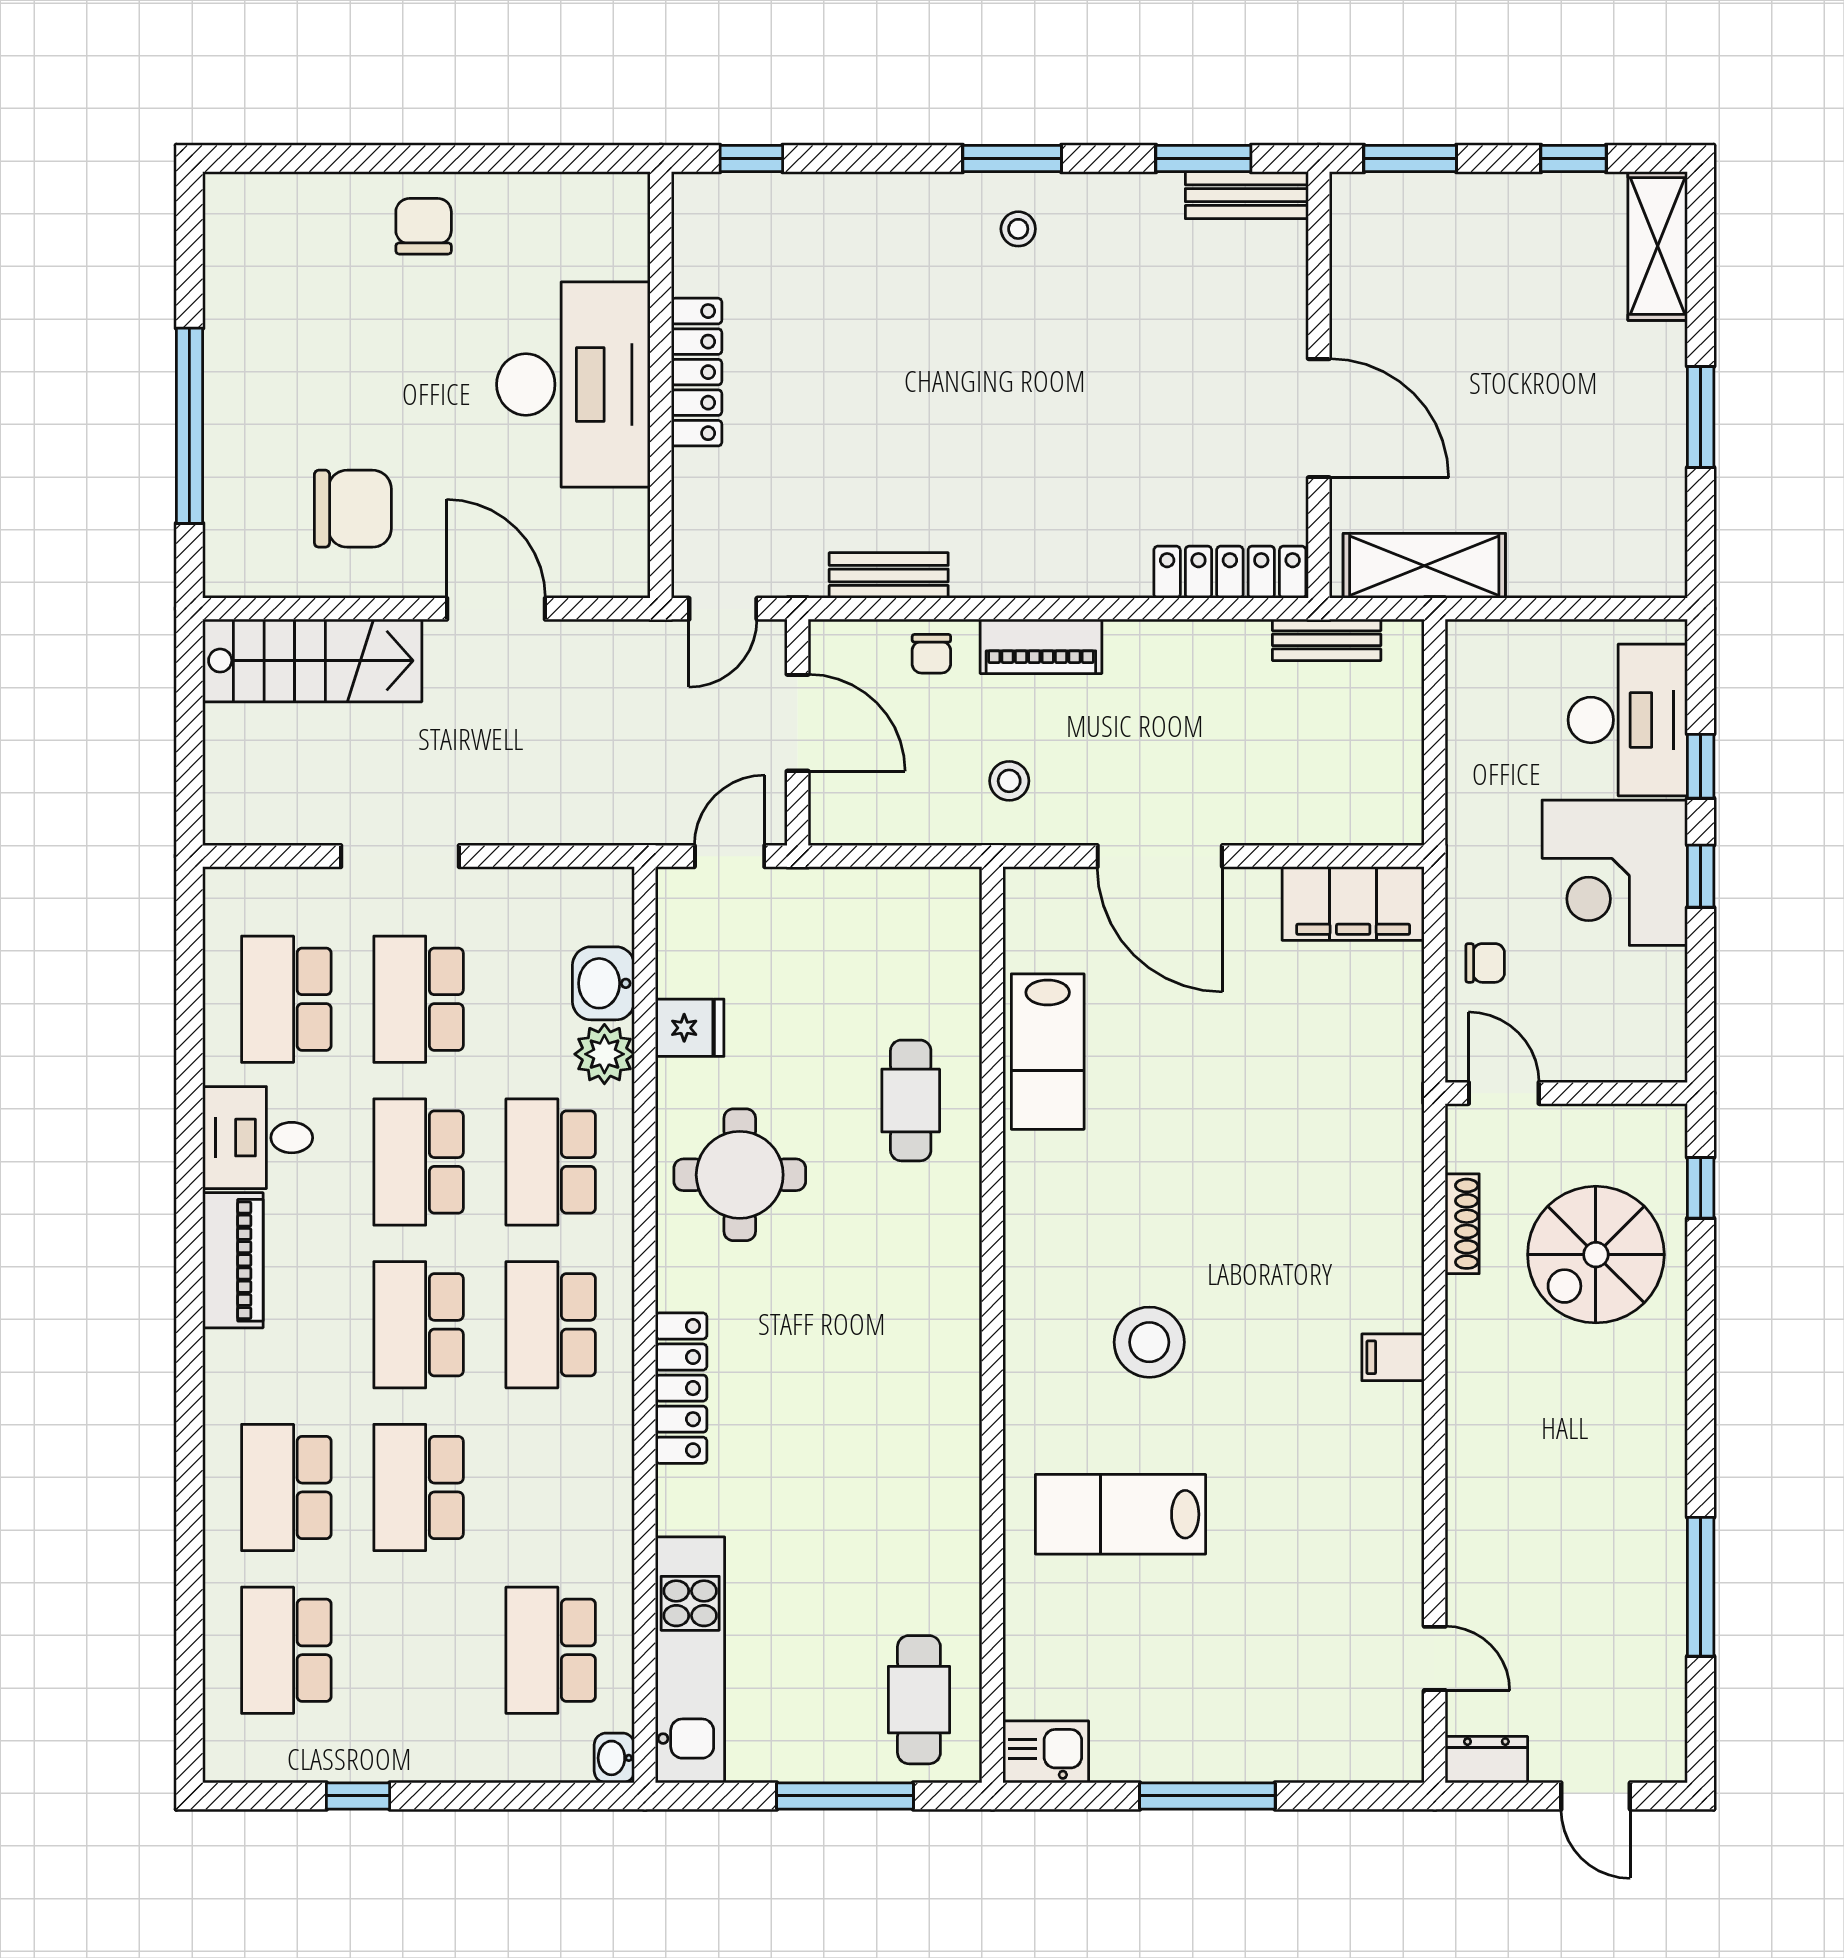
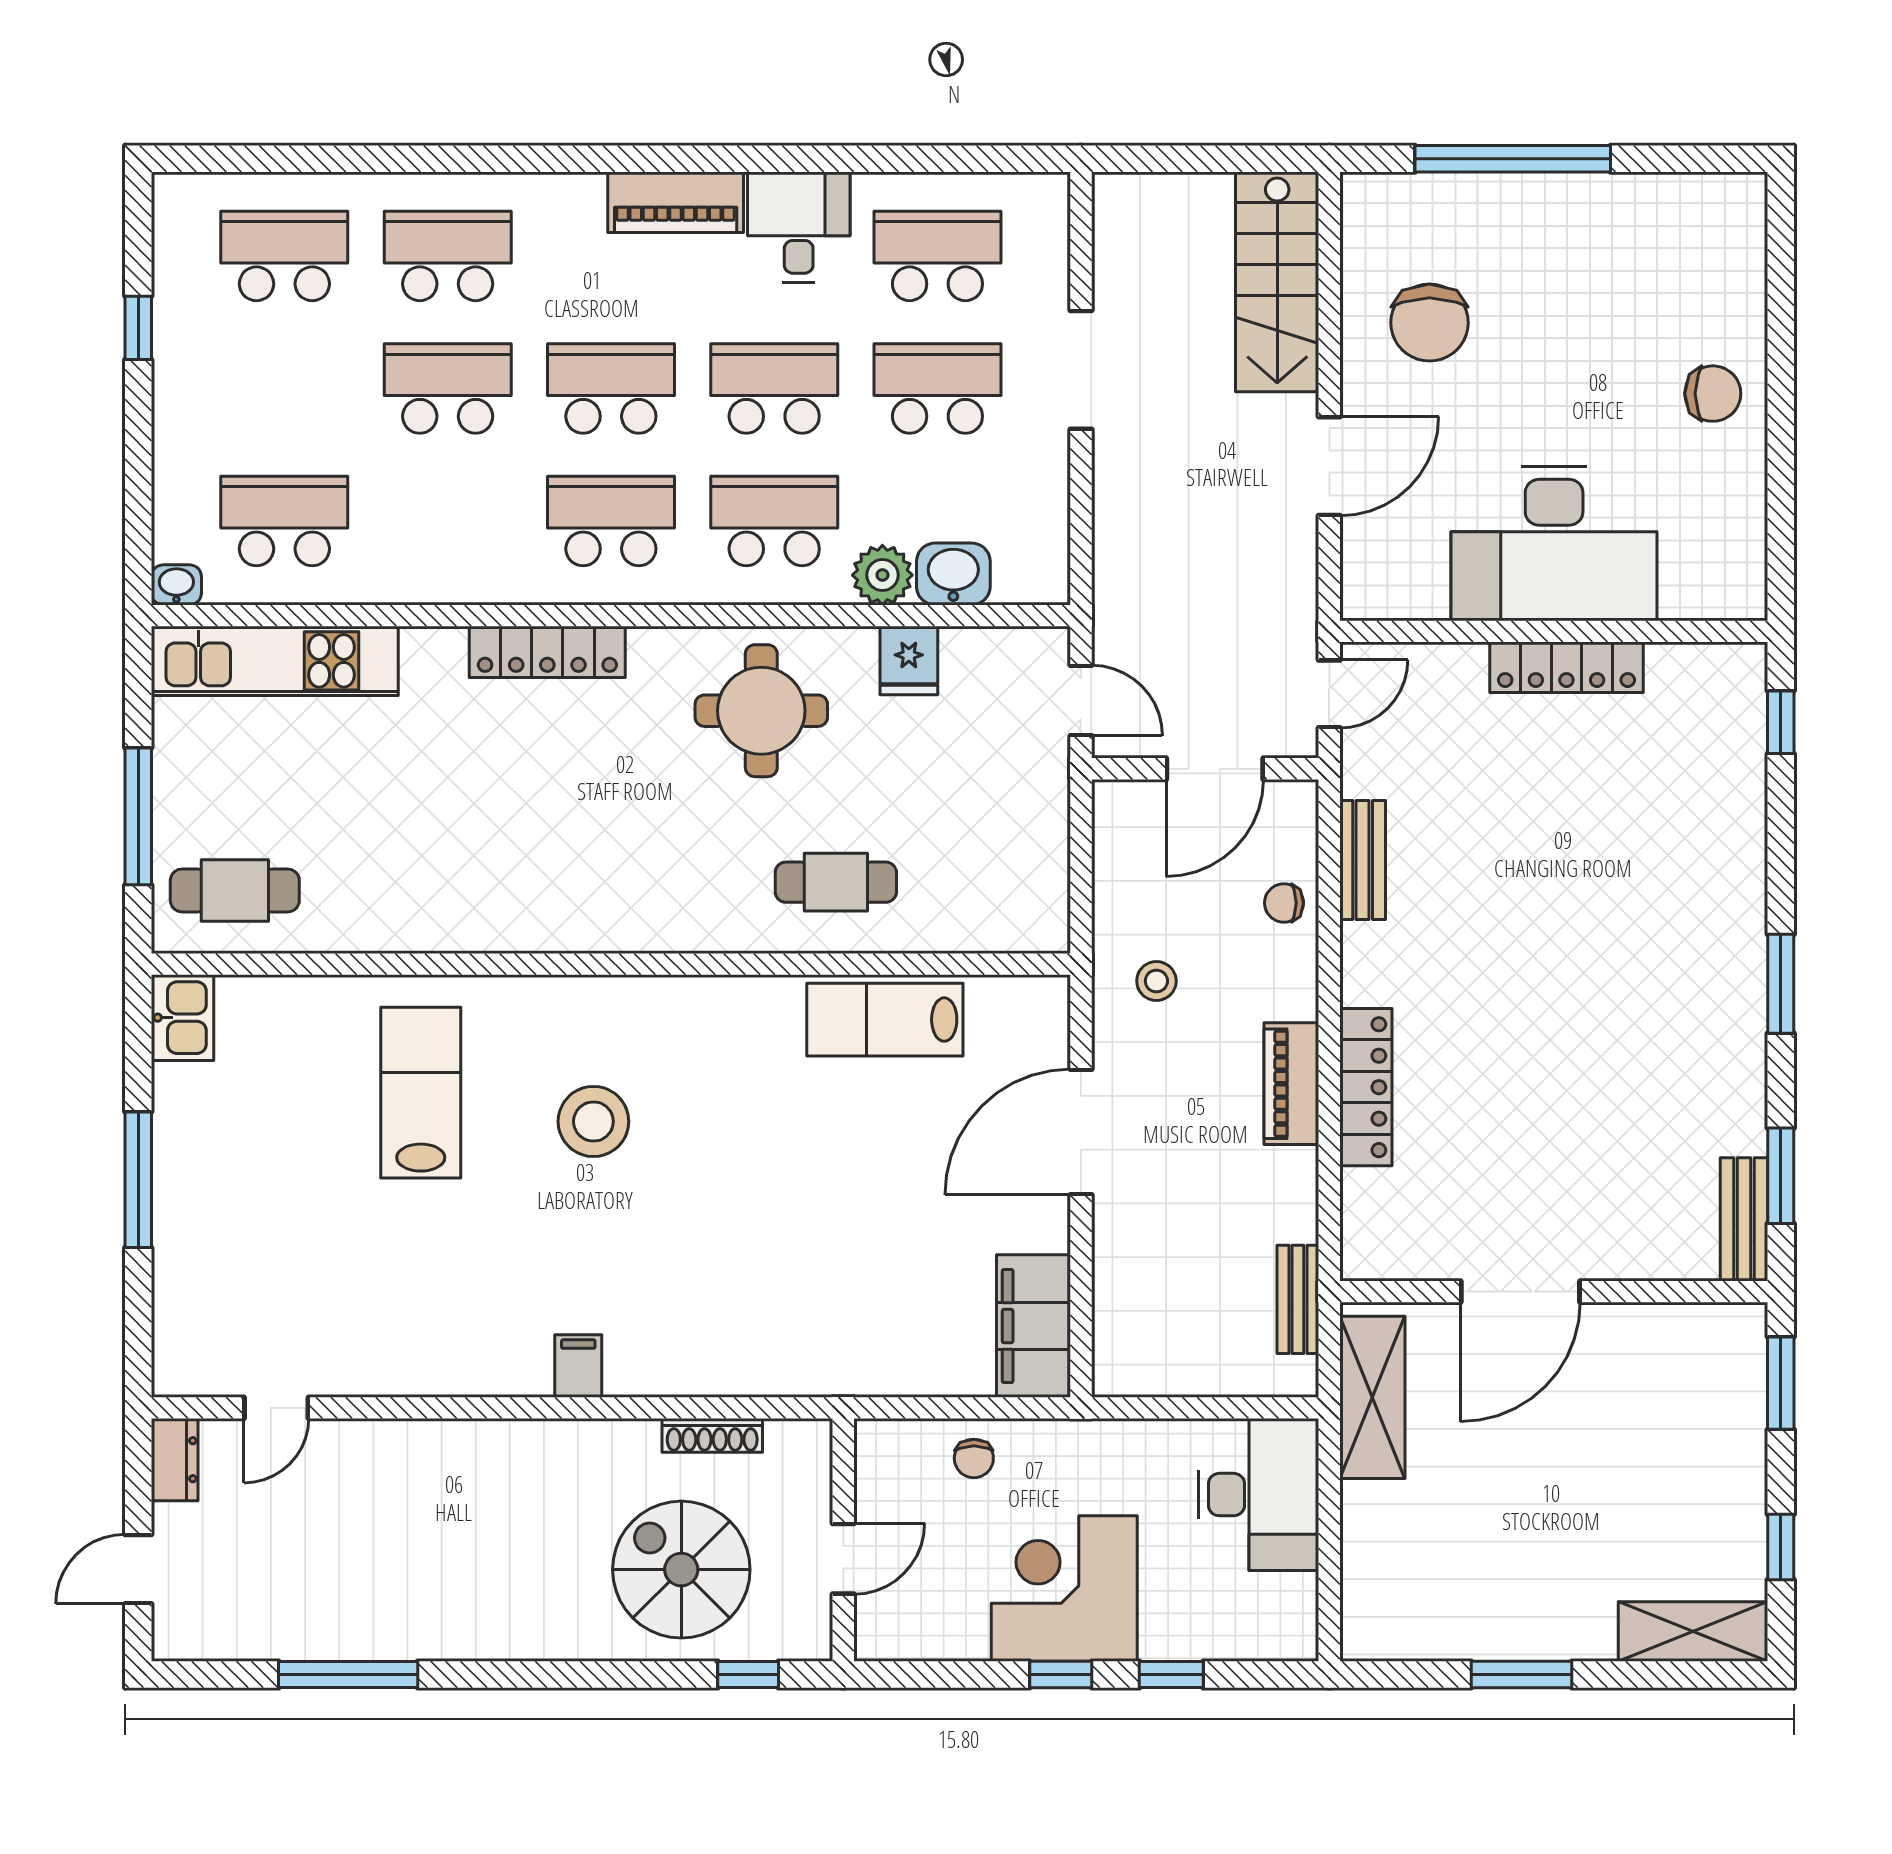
stool: (1018, 229) -> (1710, 990), removed
locker: (1230, 572) -> (1366, 1087), moved
door: (723, 609) -> (1329, 694), swing flipped
piano: (1041, 646) -> (1291, 1084), moved
desk: (1628, 720) -> (1259, 1495), moved, turned -90
door: (1504, 1093) -> (843, 1559), moved

